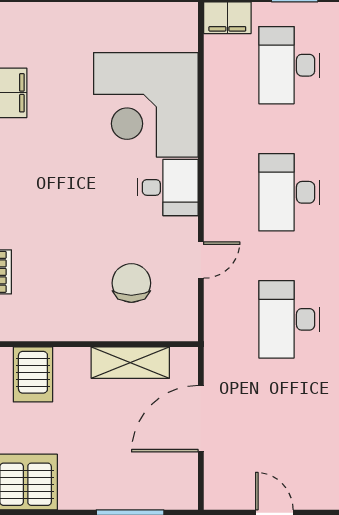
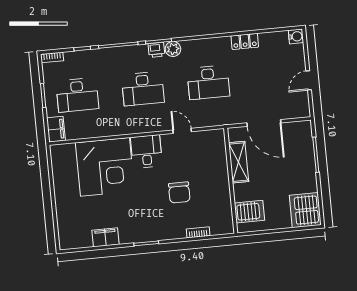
chair: (131, 283) -> (179, 192), moved, turned -90

